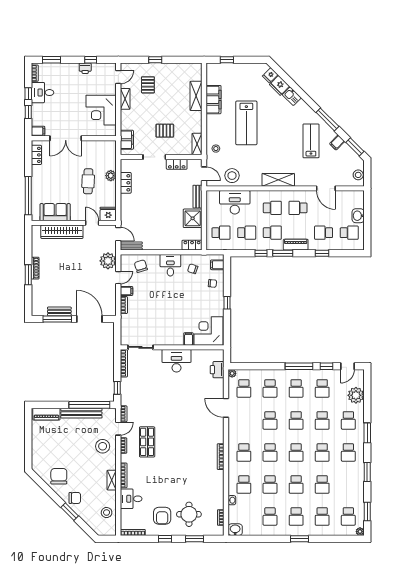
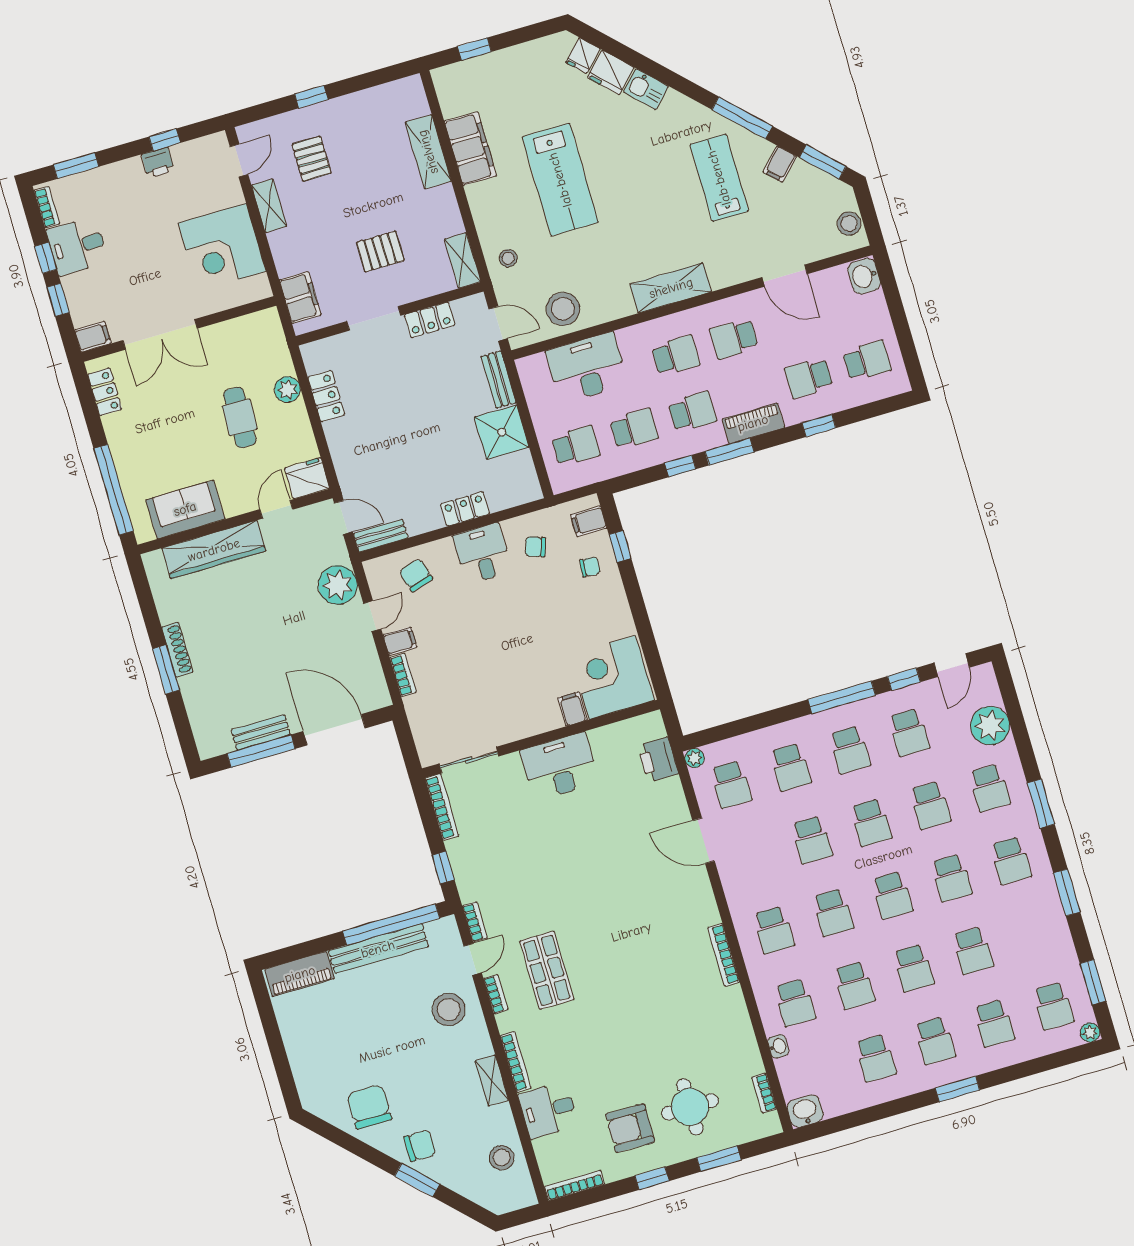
washbasin: (358, 216) -> (864, 276), moved
door: (92, 223) -> (276, 509), hinge flipped
locker: (192, 245) -> (465, 509), moved
window: (227, 303) -> (620, 546), moved
armchair: (162, 516) -> (630, 1128), turned 91

